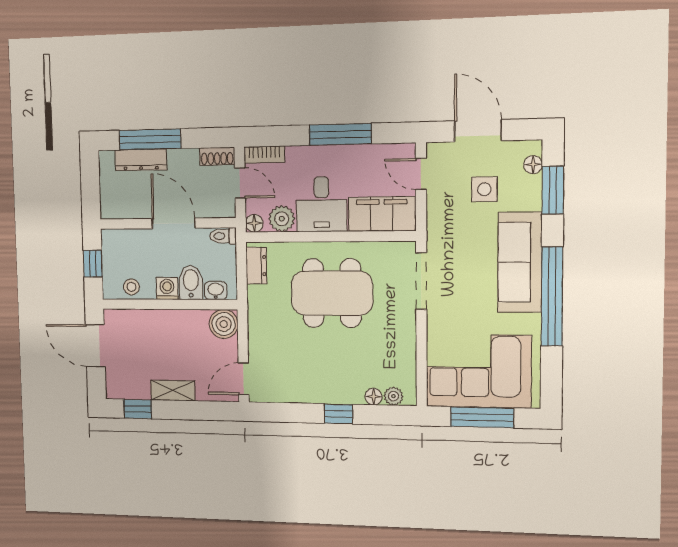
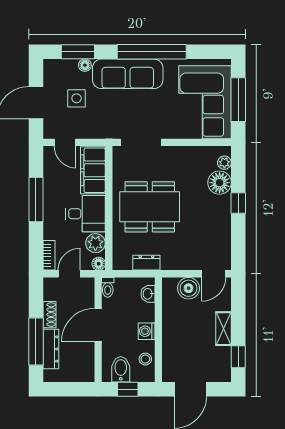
shoe rack: (217, 156) -> (49, 315), moved
floor lamp: (533, 165) -> (85, 65), moved
door: (421, 174) -> (65, 142), hinge flipped
dresser: (256, 266) -> (146, 263), moved
bidet: (191, 283) -> (121, 369), moved, turned 90
dining table: (332, 293) -> (150, 207), turned 90
boiler: (224, 324) -> (189, 288), moved
door: (244, 379) -> (214, 274), hinge flipped
floor lamp: (374, 397) -> (220, 183), width x1.89, depth x1.89

